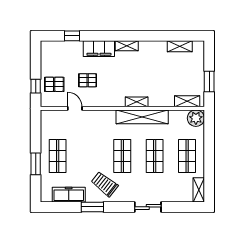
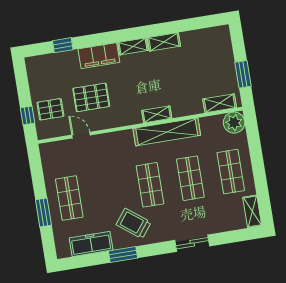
shelving: (180, 46) -> (164, 42), moved
pallet: (88, 80) -> (91, 97), width x1.50, depth x1.42

